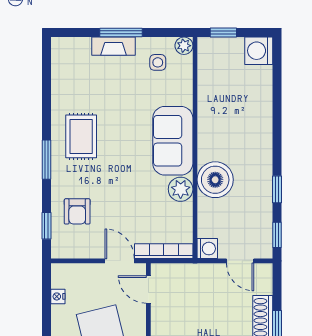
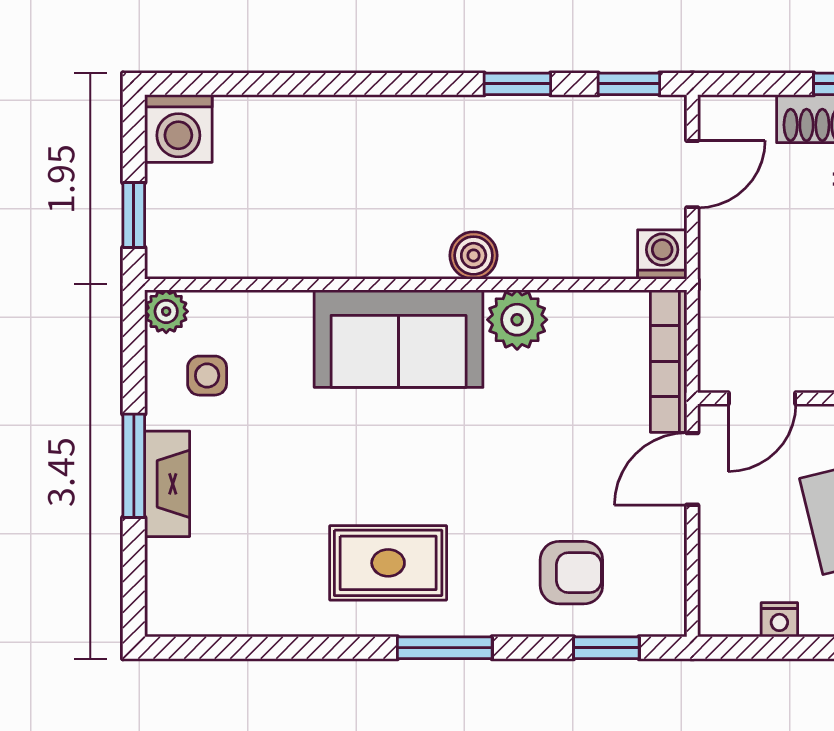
boiler: (215, 180) -> (474, 255), width x0.54, depth x0.54

